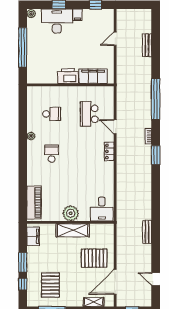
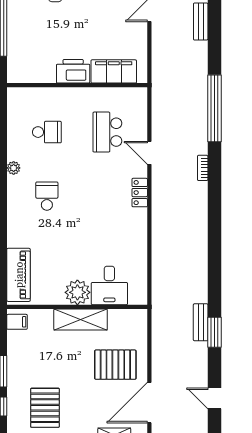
window: (156, 155) -> (214, 332), moved
desk: (102, 209) -> (109, 285), moved
filing cabinet: (33, 236) -> (17, 322), width x0.50

